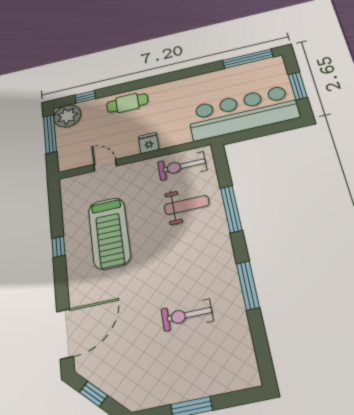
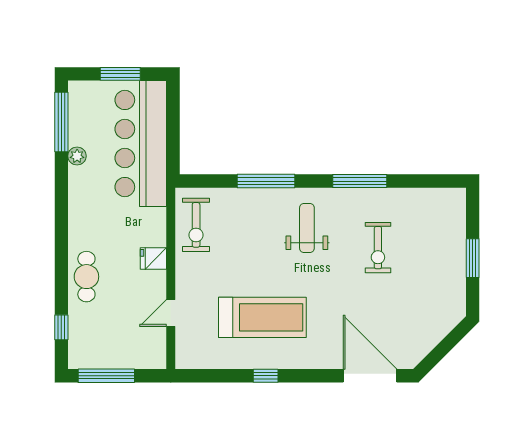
plant: (67, 116) -> (77, 156), moved, width x0.53, depth x0.53
weight bench: (187, 205) -> (307, 228), moved
window: (93, 394) -> (440, 352), removed

